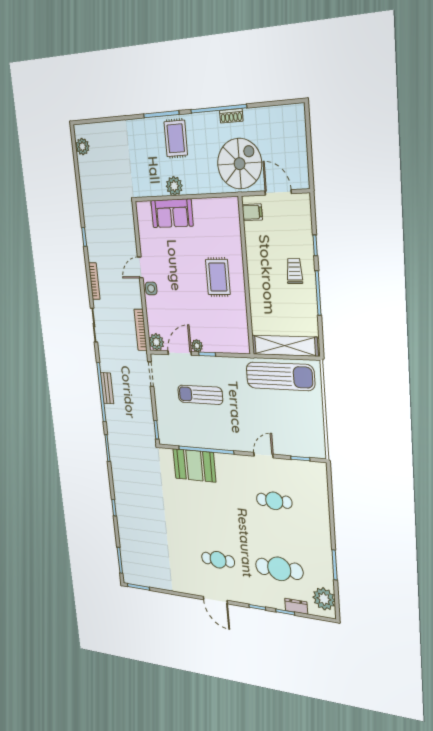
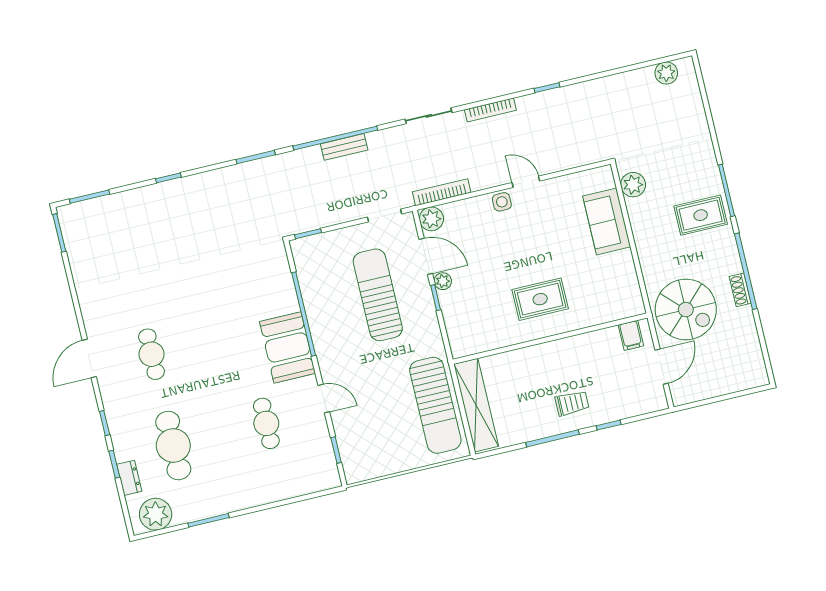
plant: (174, 186) -> (633, 185), moved
sun lounger: (200, 395) -> (378, 295), width x1.36, depth x1.34
booth: (194, 465) -> (287, 347), moved

